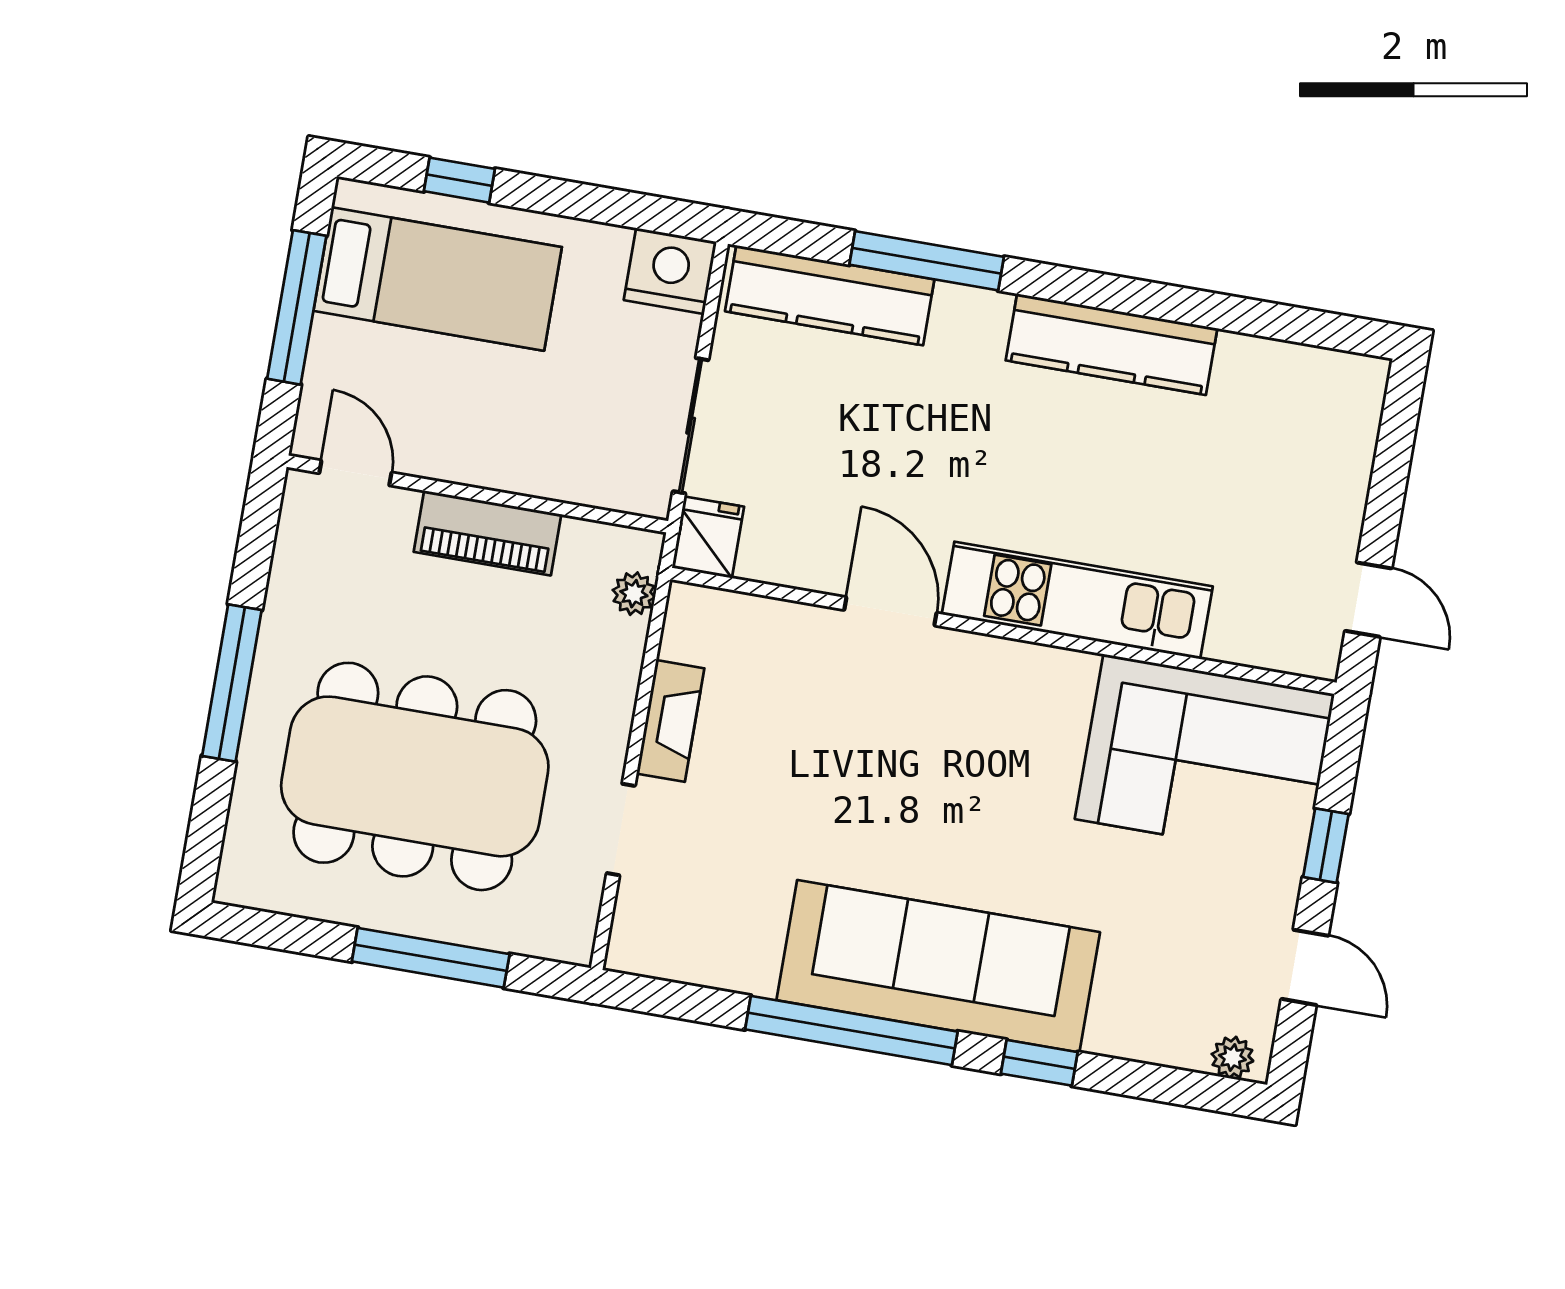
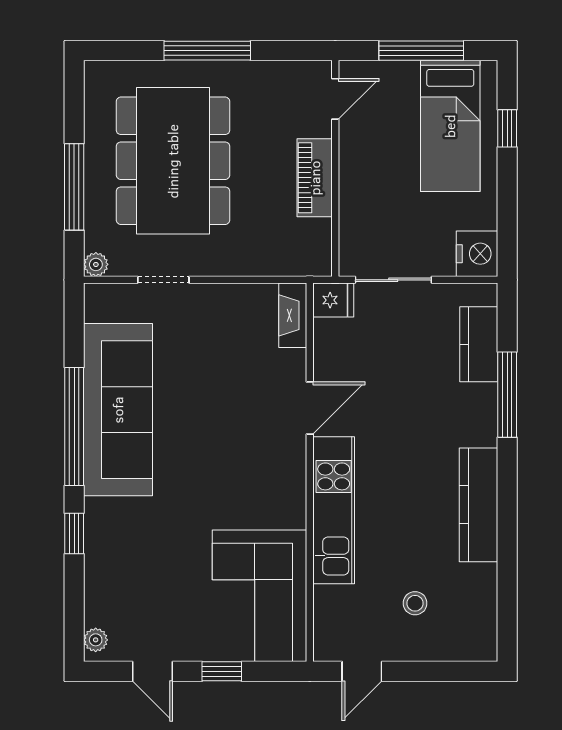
kitchen counter: (830, 295) -> (479, 344), width x0.67
stool: (1265, 486) -> (415, 603), added
plant: (634, 594) -> (96, 264), moved
fireplace: (670, 721) -> (293, 315), moved, turned 90
sofa: (938, 966) -> (118, 410), moved
door: (1305, 967) -> (152, 671), hinge flipped

